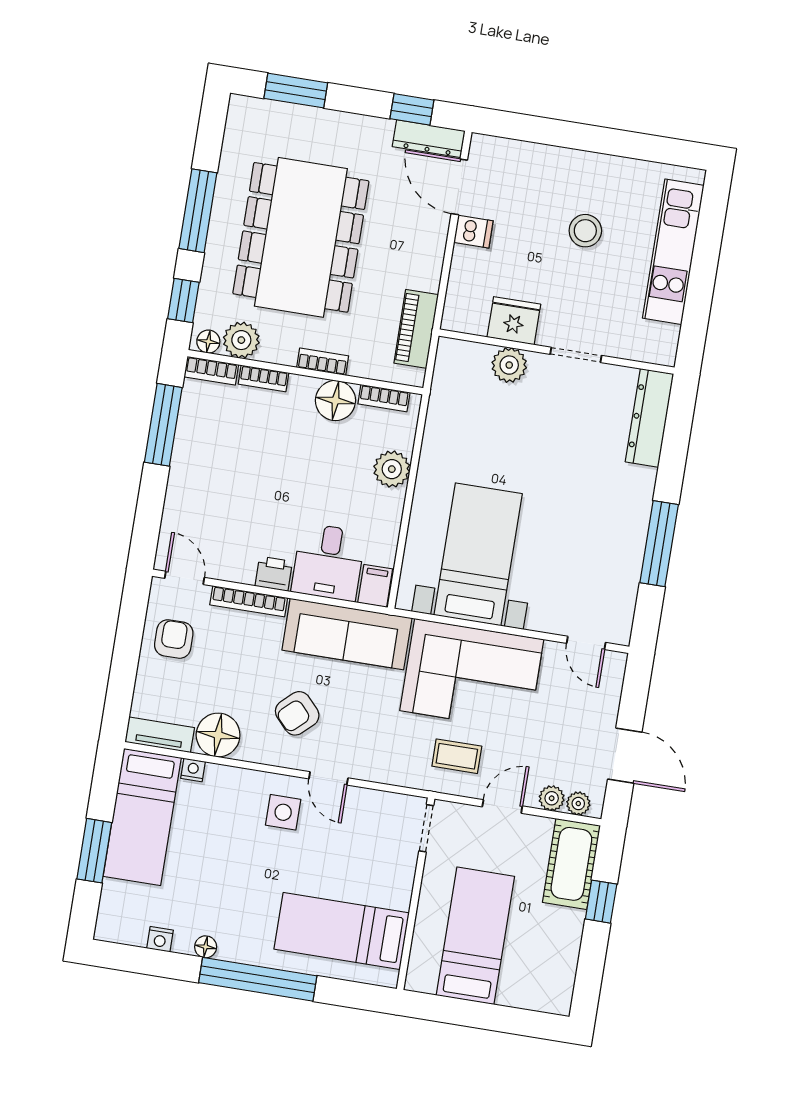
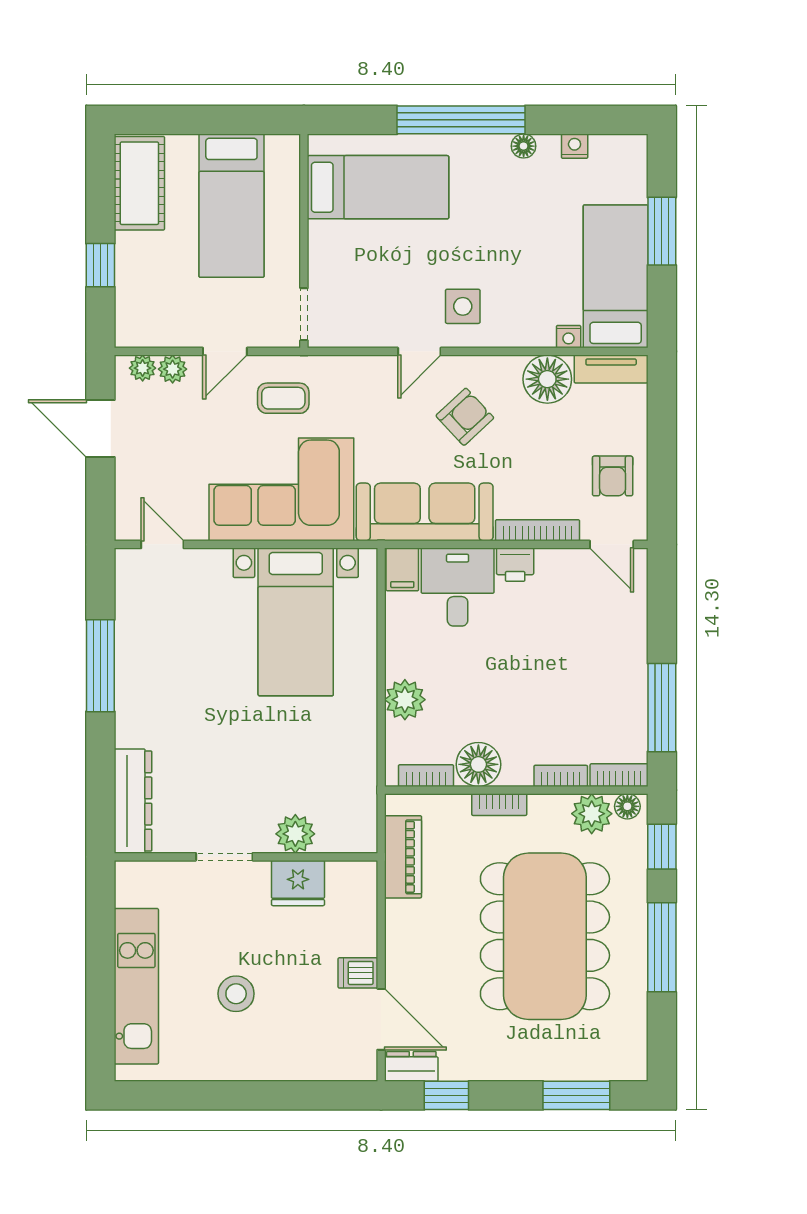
dresser: (429, 139) -> (411, 1066), width x0.70
door: (328, 778) -> (419, 351), swing flipped
cot: (571, 864) -> (139, 183), moved

